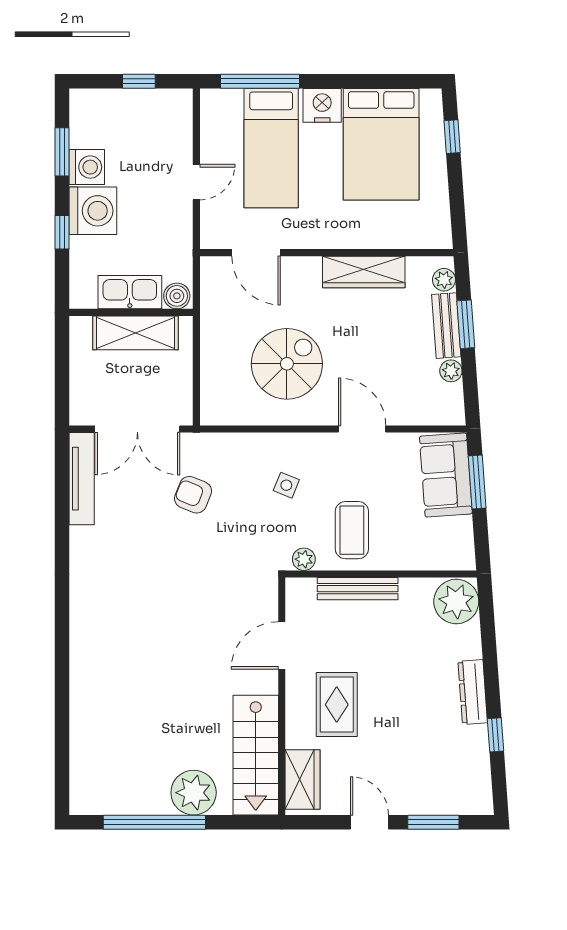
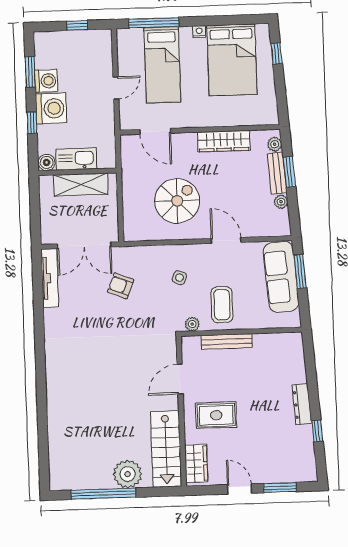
nightstand: (322, 105) -> (199, 32), width x0.53, depth x0.56
boiler: (177, 296) -> (47, 162), moved
sofa: (446, 475) -> (281, 277), width x1.36
plant: (456, 602) -> (289, 347), removed
rug: (337, 705) -> (216, 415), turned 90

